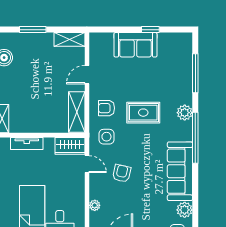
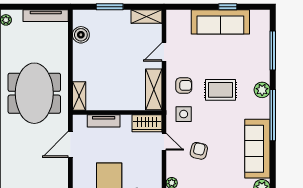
sofa: (135, 45) -> (220, 22), width x1.36
armchair: (107, 108) -> (184, 85), turned 180

